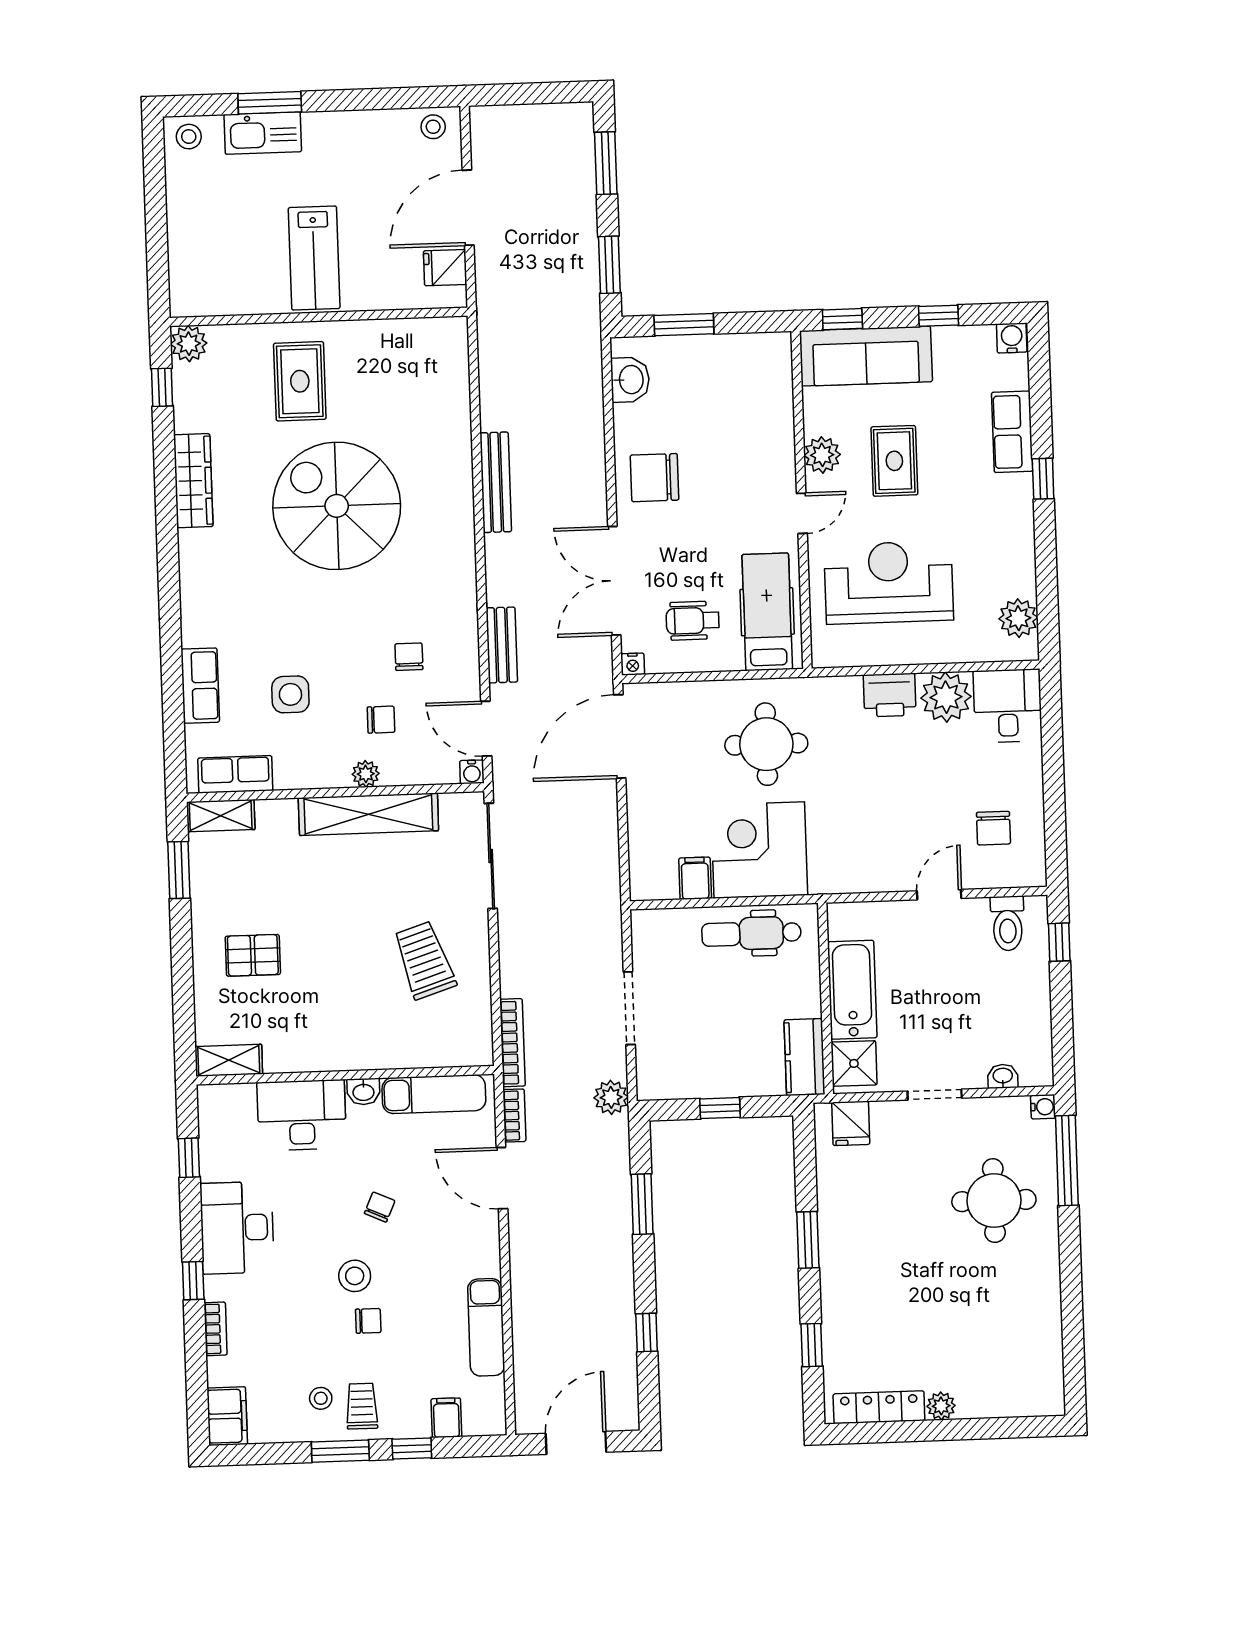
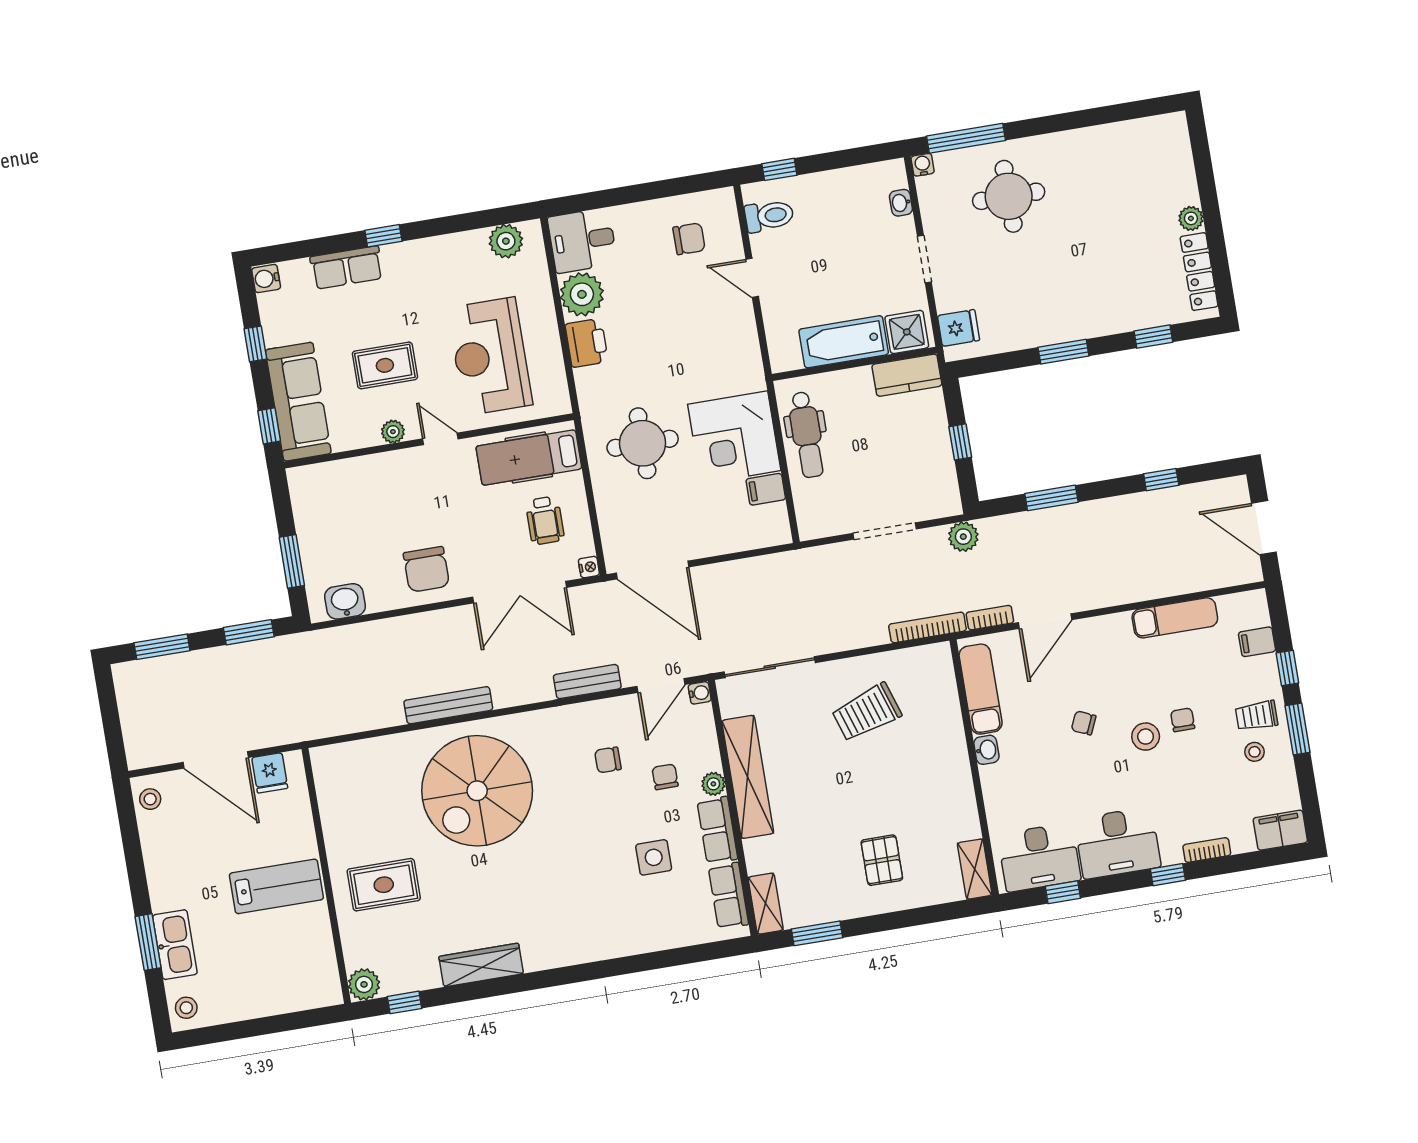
plant: (822, 455) -> (393, 432), width x0.73, depth x0.73
spiral stairs: (337, 506) -> (477, 791), moved
row of seats: (200, 686) -> (717, 830), moved, turned -90
desk: (302, 1115) -> (1039, 857), moved, turned -90

